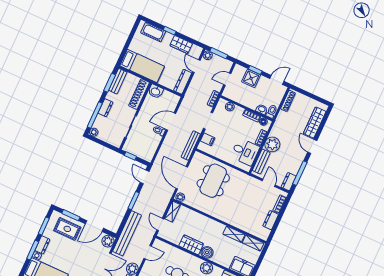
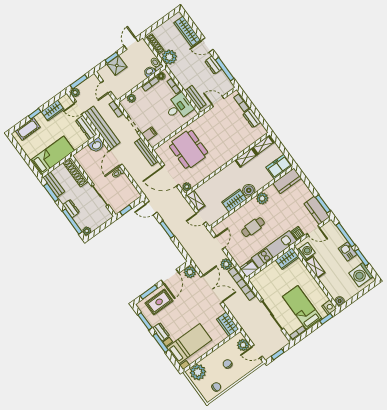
washbasin: (156, 91) -> (96, 145), moved
plant: (272, 144) -> (169, 57), moved
dresser: (289, 182) -> (213, 65), moved
bench: (127, 233) -> (102, 128), moved

